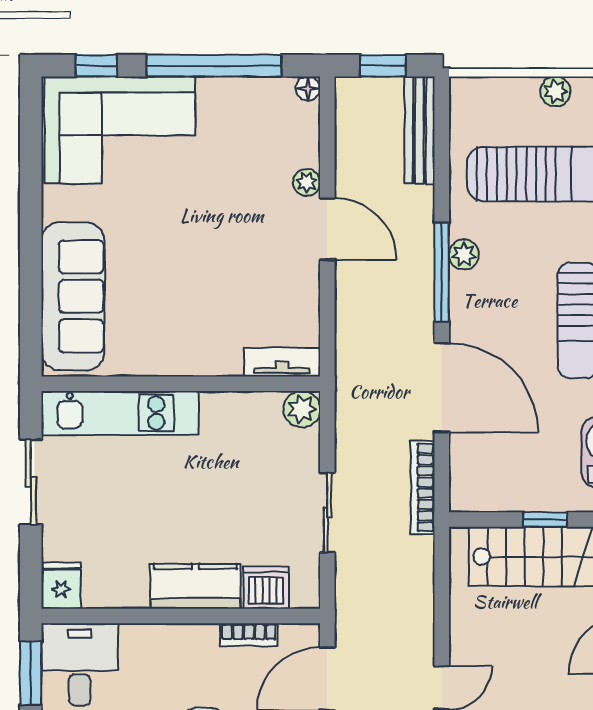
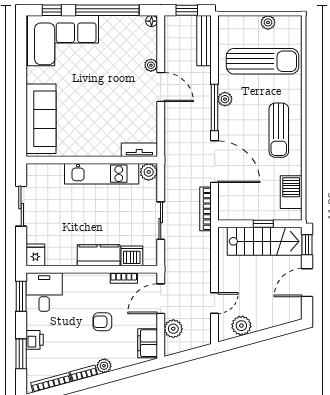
kitchen unit: (120, 413) -> (102, 174), moved

